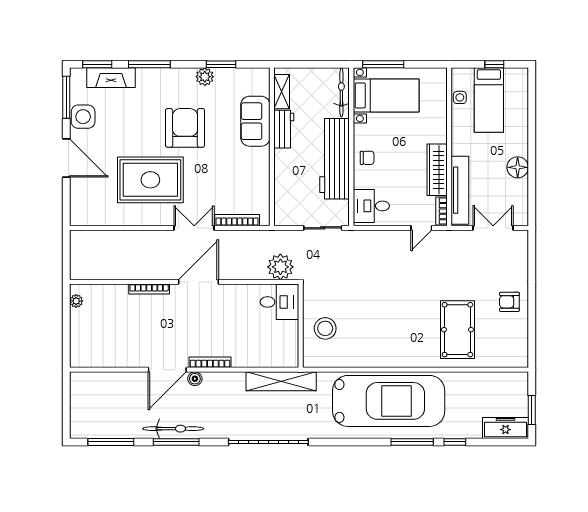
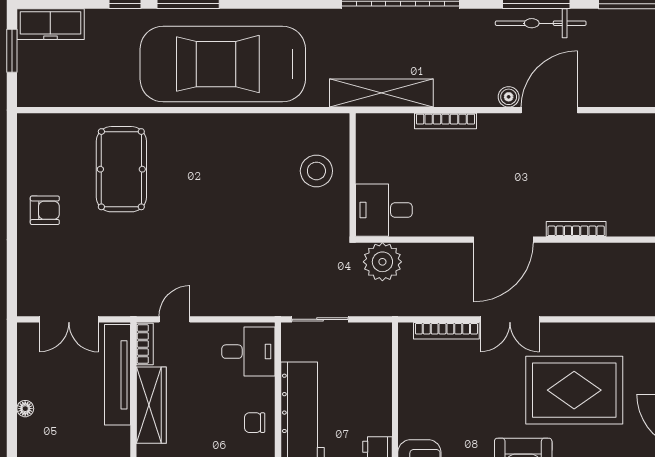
floor lamp: (518, 167) -> (25, 409), width x0.53, depth x0.53
bookcase: (210, 362) -> (446, 121), moved

